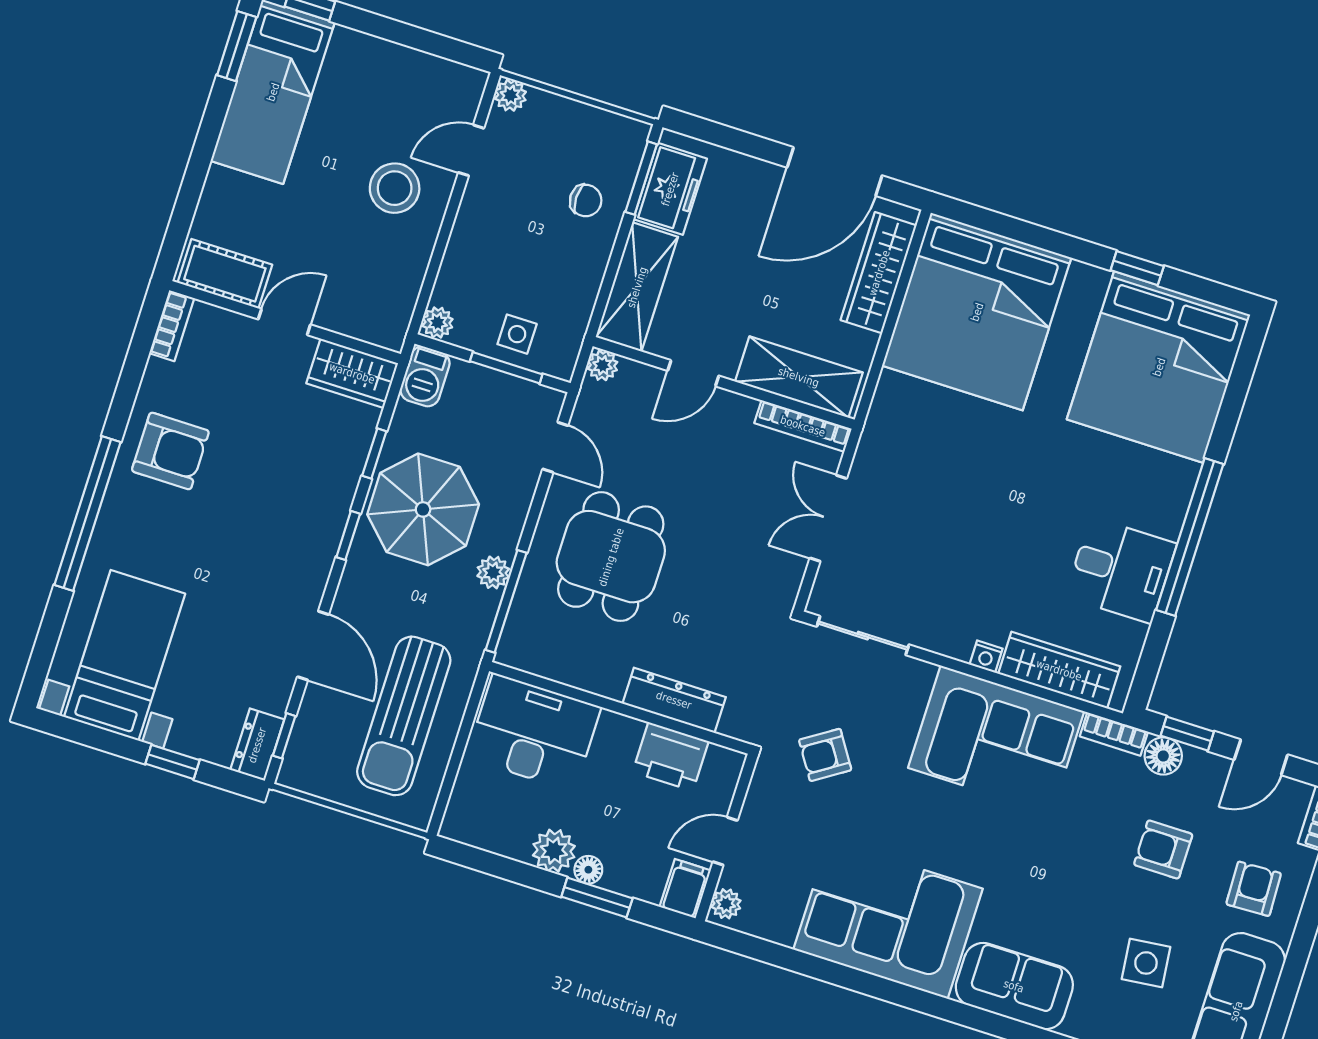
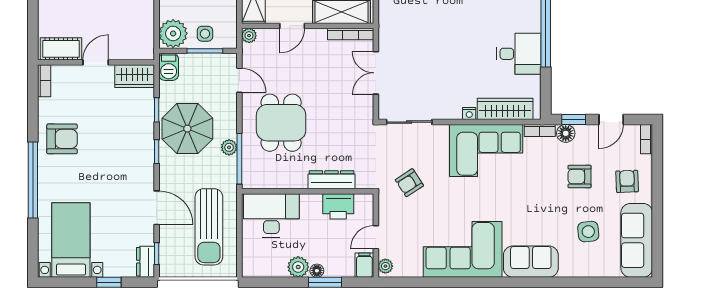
plant: (437, 323) -> (173, 33), width x1.88, depth x1.88

